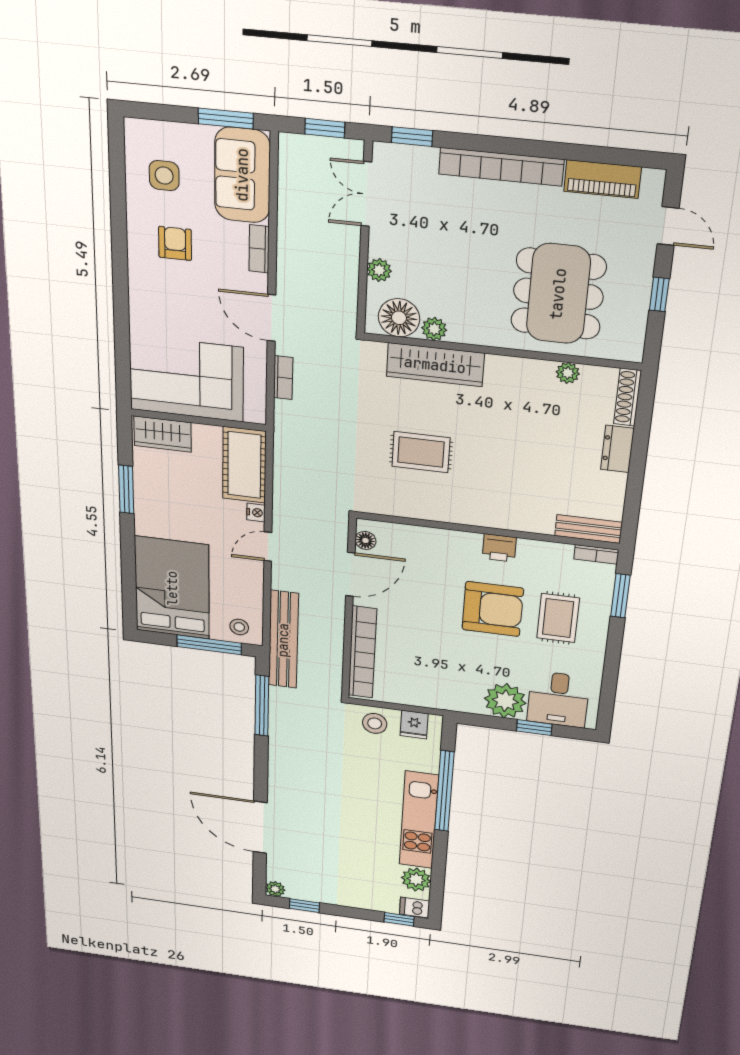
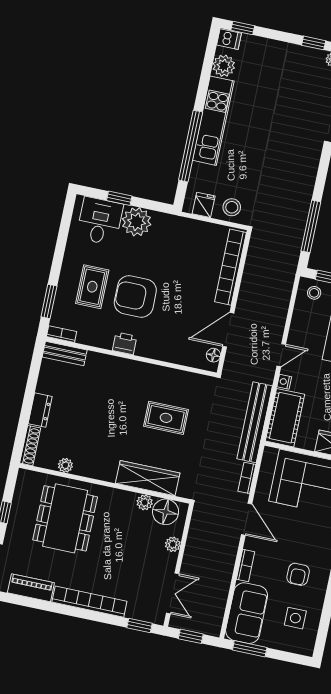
bench: (283, 640) -> (255, 422), moved

